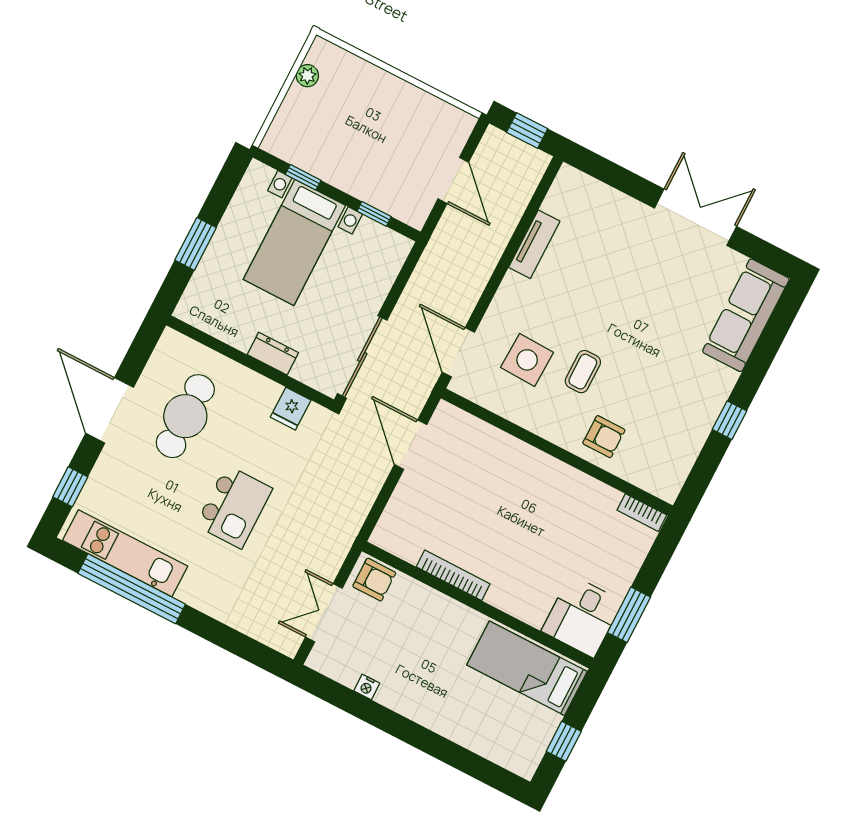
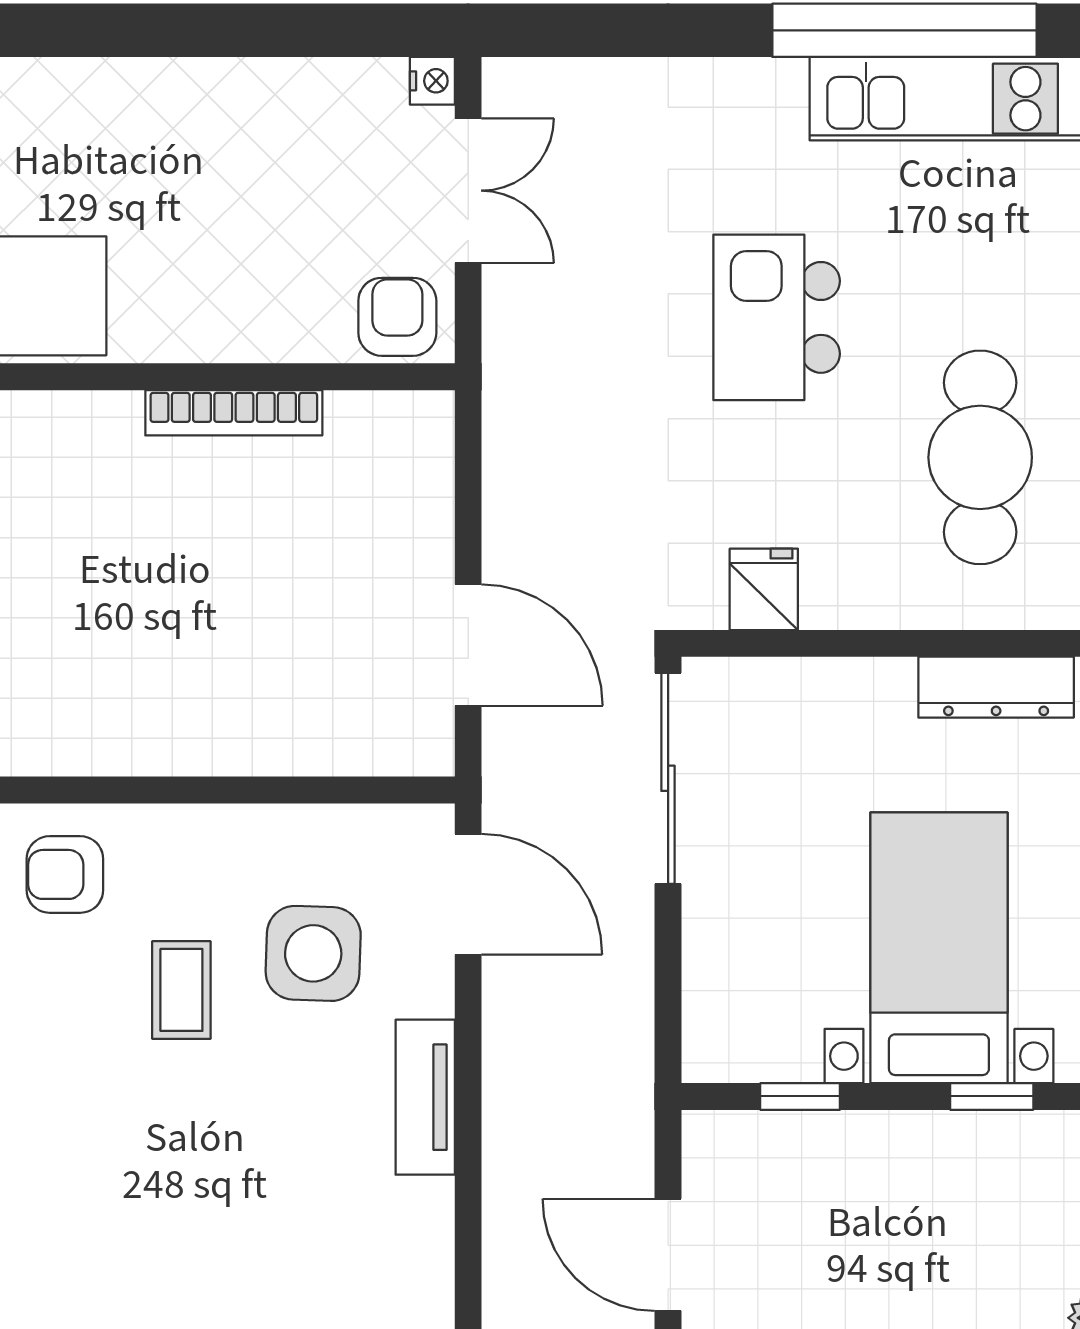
tv unit: (534, 244) -> (425, 1097), moved
dresser: (273, 354) -> (996, 687), moved, width x1.44
armchair: (374, 580) -> (397, 317), turned 90
nightstand: (367, 687) -> (432, 81), moved, turned 90

